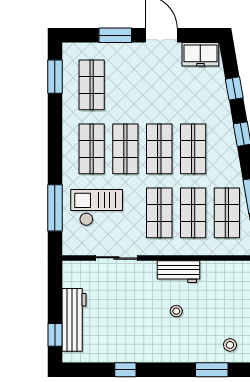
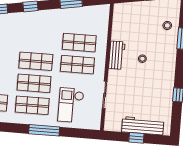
shop shelf: (193, 149) -> (38, 39), removed
window: (55, 208) -> (44, 130), moved
shop shelf: (227, 213) -> (81, 21), removed
window: (55, 335) -> (136, 138), moved

